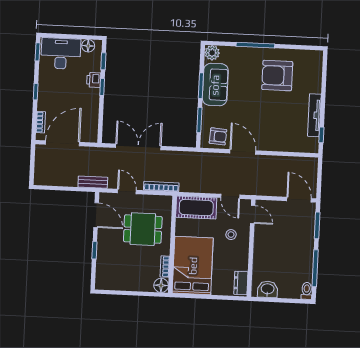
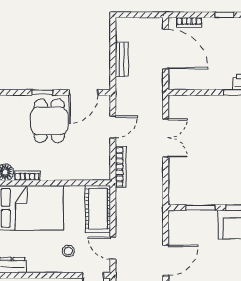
armchair: (218, 136) -> (182, 230), removed
double door: (138, 147) -> (166, 138), width x0.73
bench: (93, 182) -> (122, 59), moved
door: (230, 196) -> (113, 248), hinge flipped
dining table: (143, 229) -> (49, 121), moved

